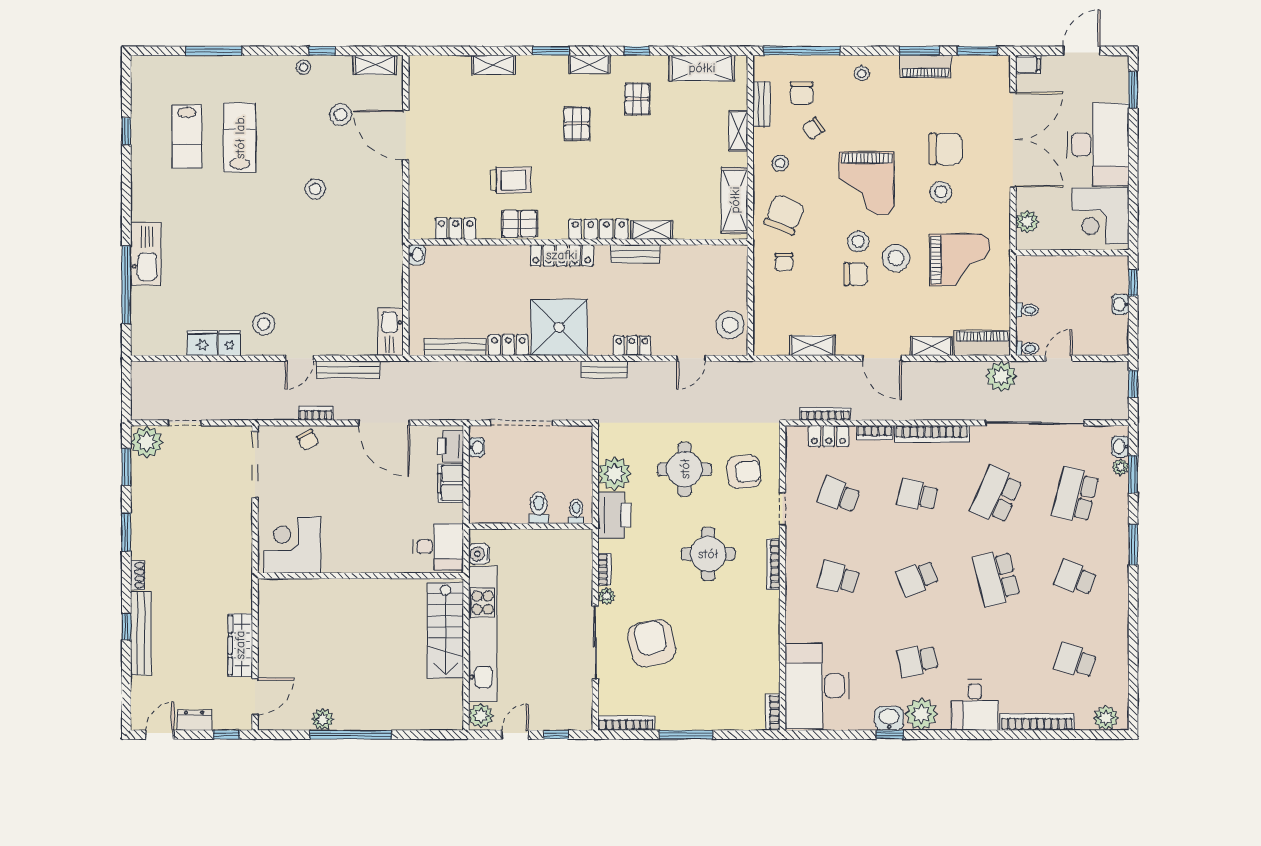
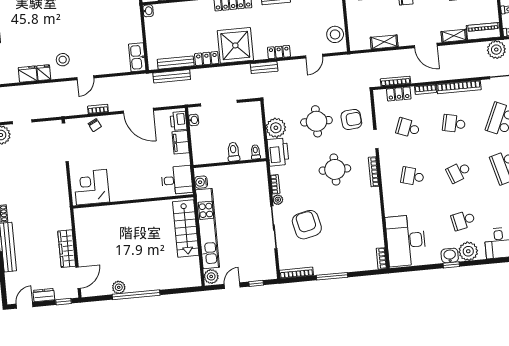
bench: (348, 370) -> (172, 76), moved

